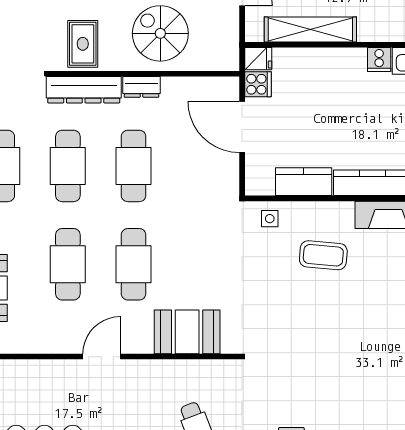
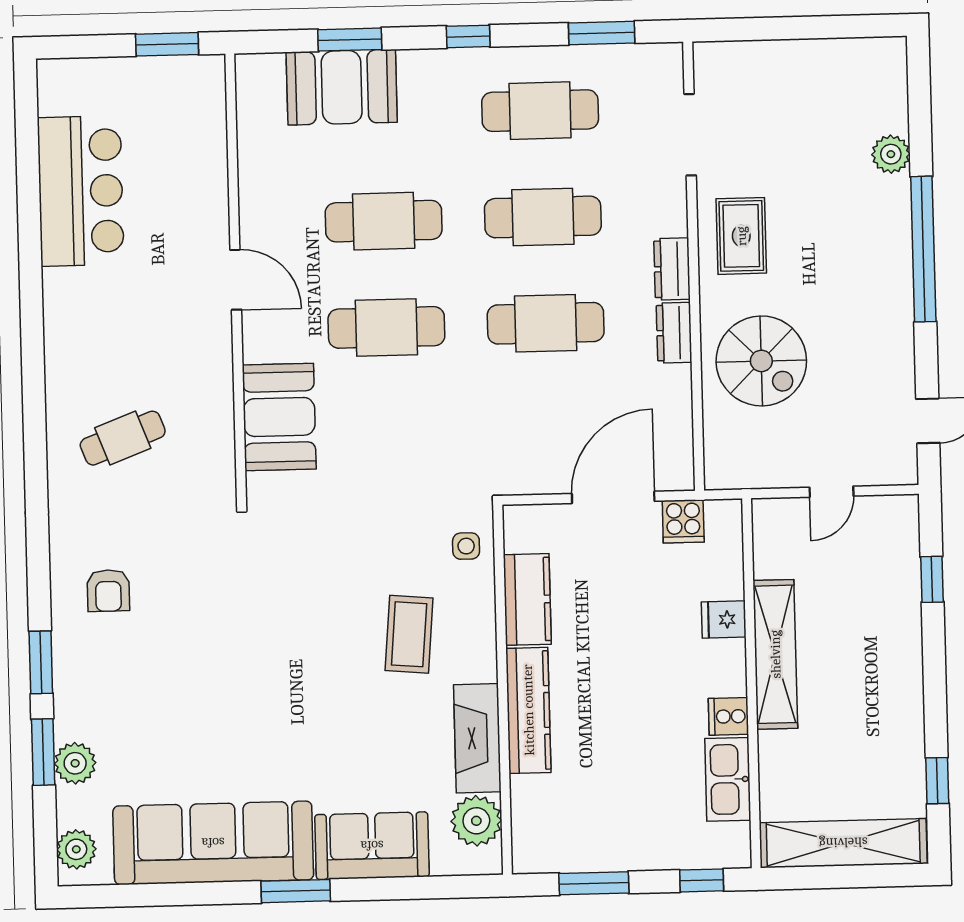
shelving: (310, 30) -> (775, 654), moved
spiral stairs: (160, 33) -> (761, 361), turned 90
rug: (83, 44) -> (741, 236), turned 90
fridge: (258, 59) -> (724, 620), moved, turned 90
dresser: (84, 90) -> (672, 269), width x0.51, depth x0.80

